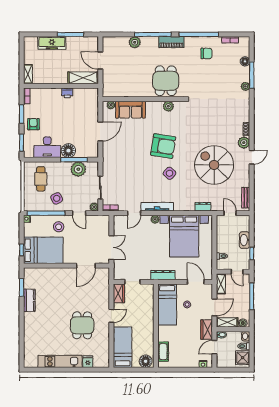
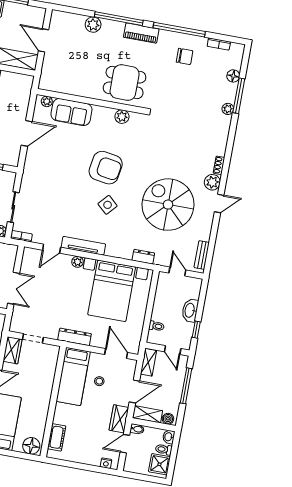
dining table: (166, 81) -> (125, 82), turned 90

